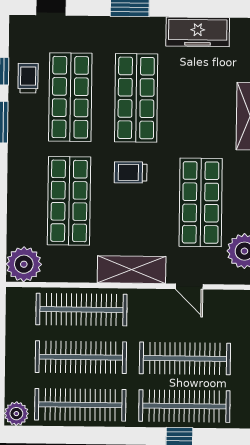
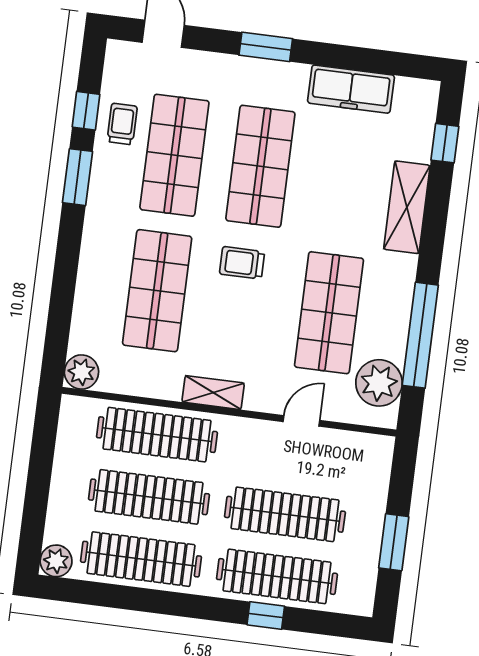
plant: (24, 264) -> (82, 372), width x0.73, depth x0.73
shelving: (132, 270) -> (213, 393), width x0.67, depth x0.75
door: (189, 287) -> (301, 421), swing flipped

